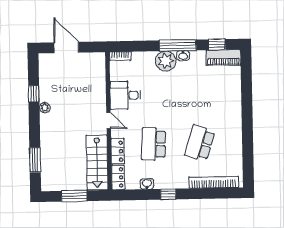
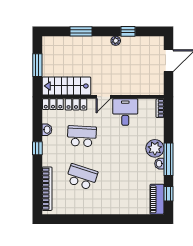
window: (35, 160) -> (81, 31), moved

